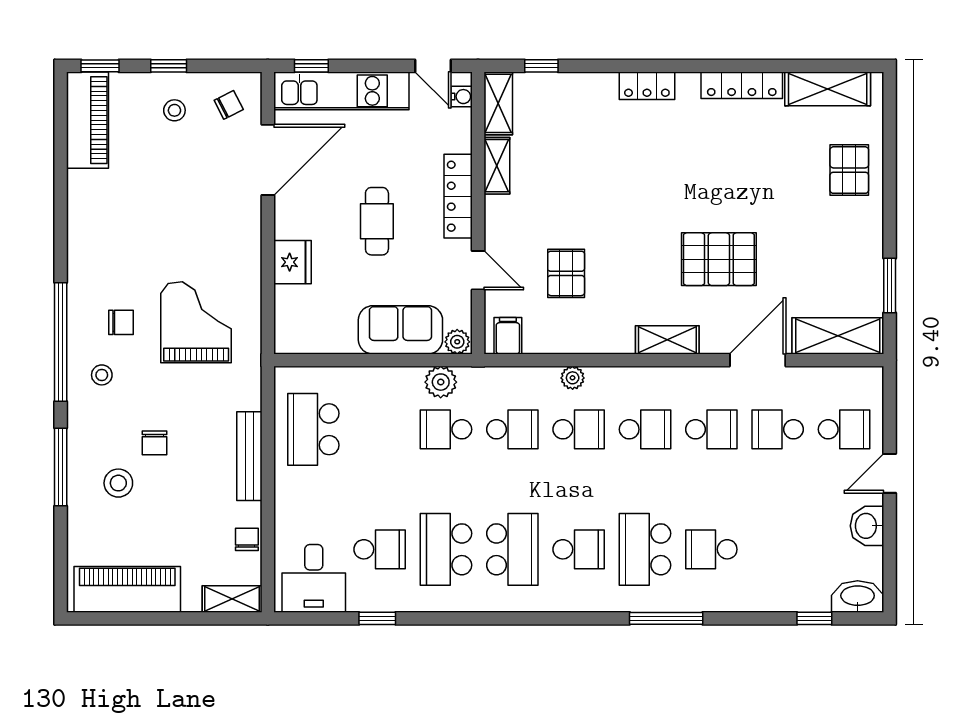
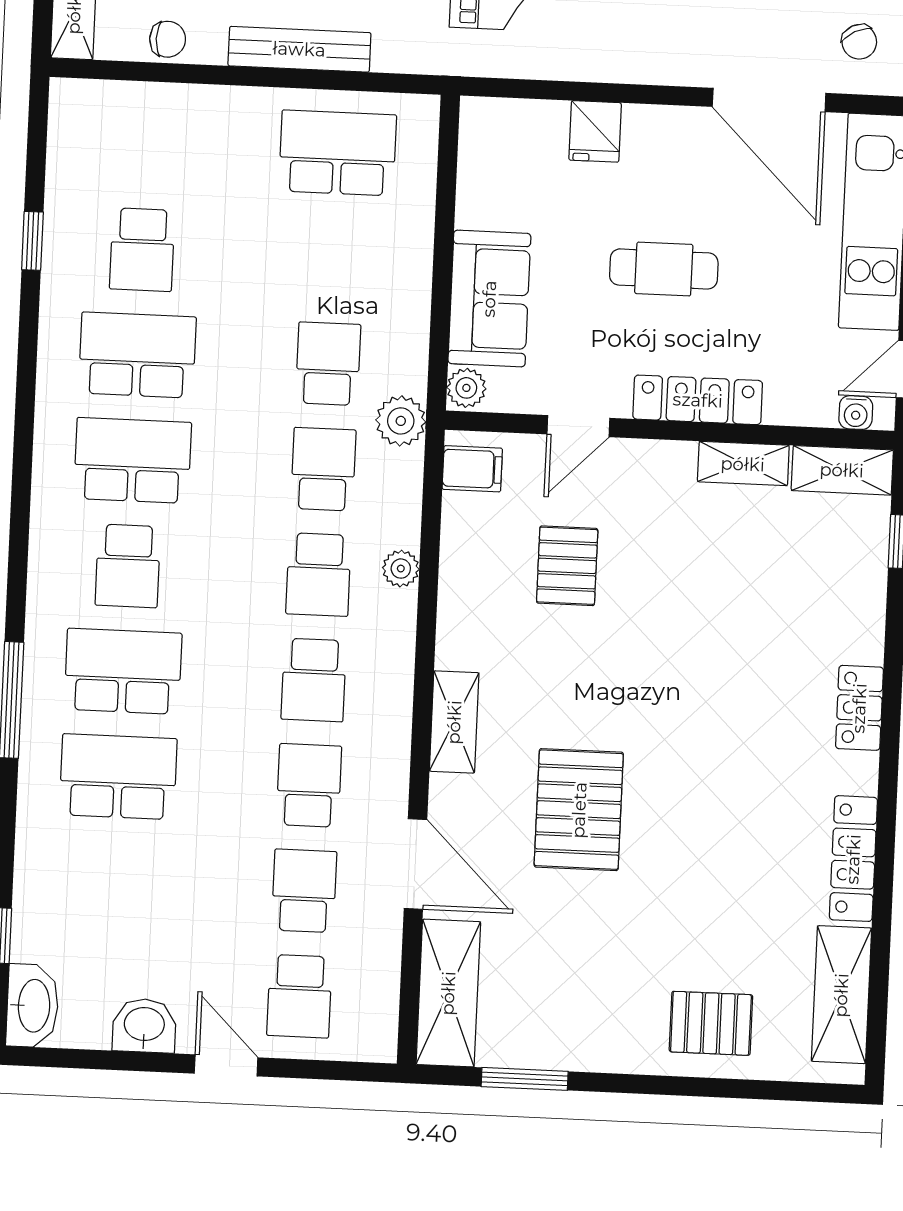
fridge: (292, 262) -> (595, 131), width x0.72
pallet: (566, 273) -> (567, 566), turned 90
plant: (441, 382) -> (401, 421), moved
school desk: (512, 429) -> (323, 469), turned 180
school desk: (711, 429) -> (309, 785), turned 180
school desk: (512, 549) -> (133, 460), turned 180
school desk: (711, 549) -> (118, 777), width x1.85
desk: (314, 578) -> (101, 143), removed

